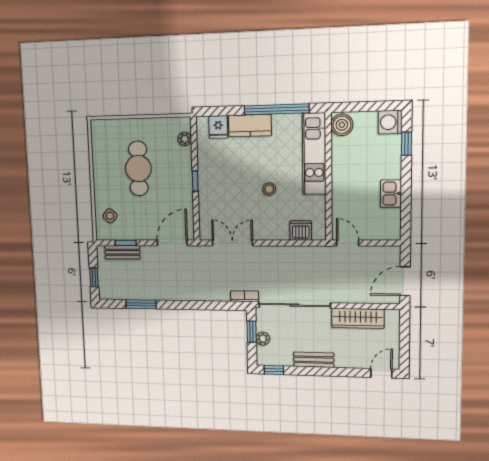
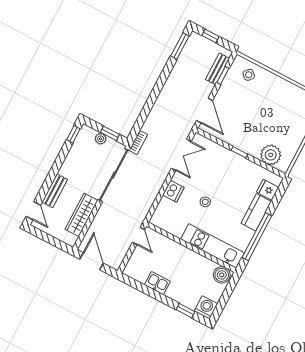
plant: (185, 139) -> (271, 155), width x1.88, depth x1.88
cafe table: (138, 168) -> (271, 116), removed
dishwasher: (301, 231) -> (173, 191), moved
door: (348, 243) -> (139, 236), hinge flipped
window: (141, 304) -> (180, 46), moved
bench: (314, 360) -> (55, 191), moved

